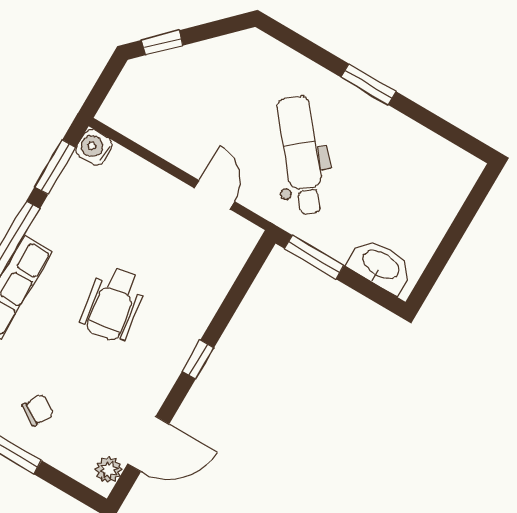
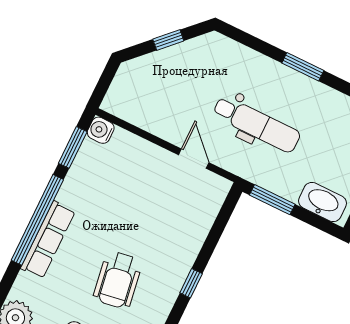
window: (162, 43) -> (168, 40), moved
dental chair: (301, 155) -> (257, 124), turned 130
wheelchair: (113, 304) -> (118, 280), moved

